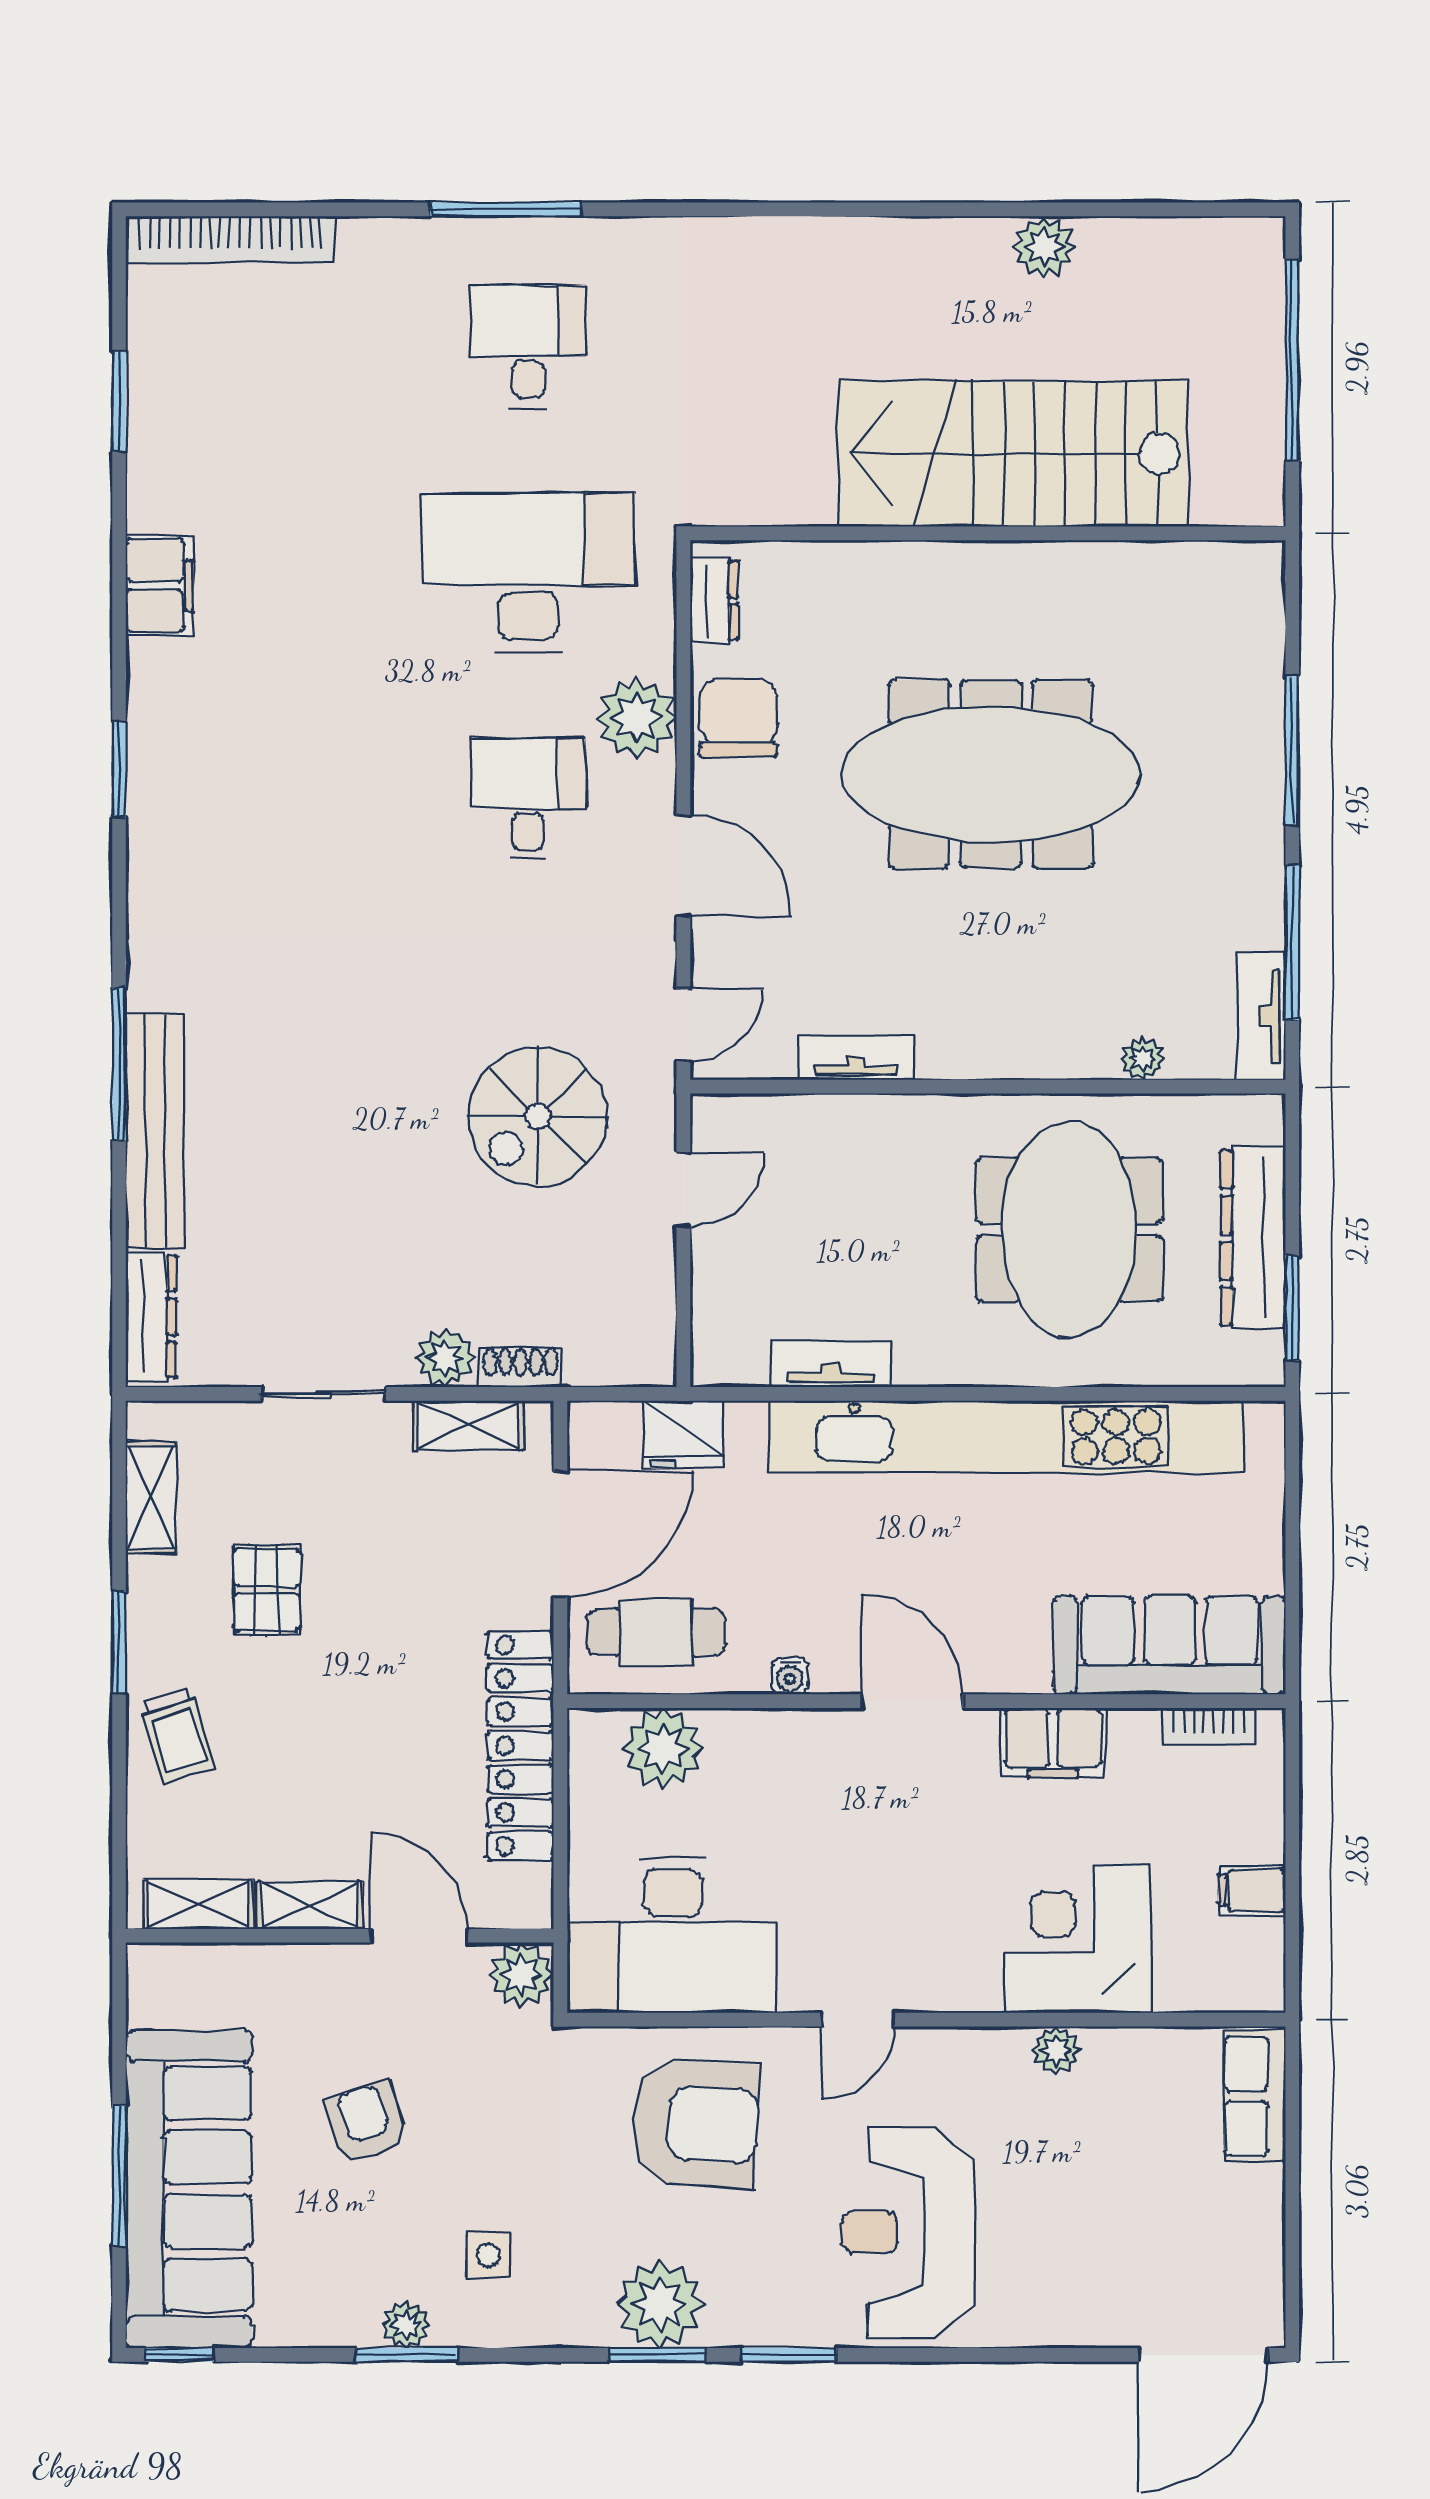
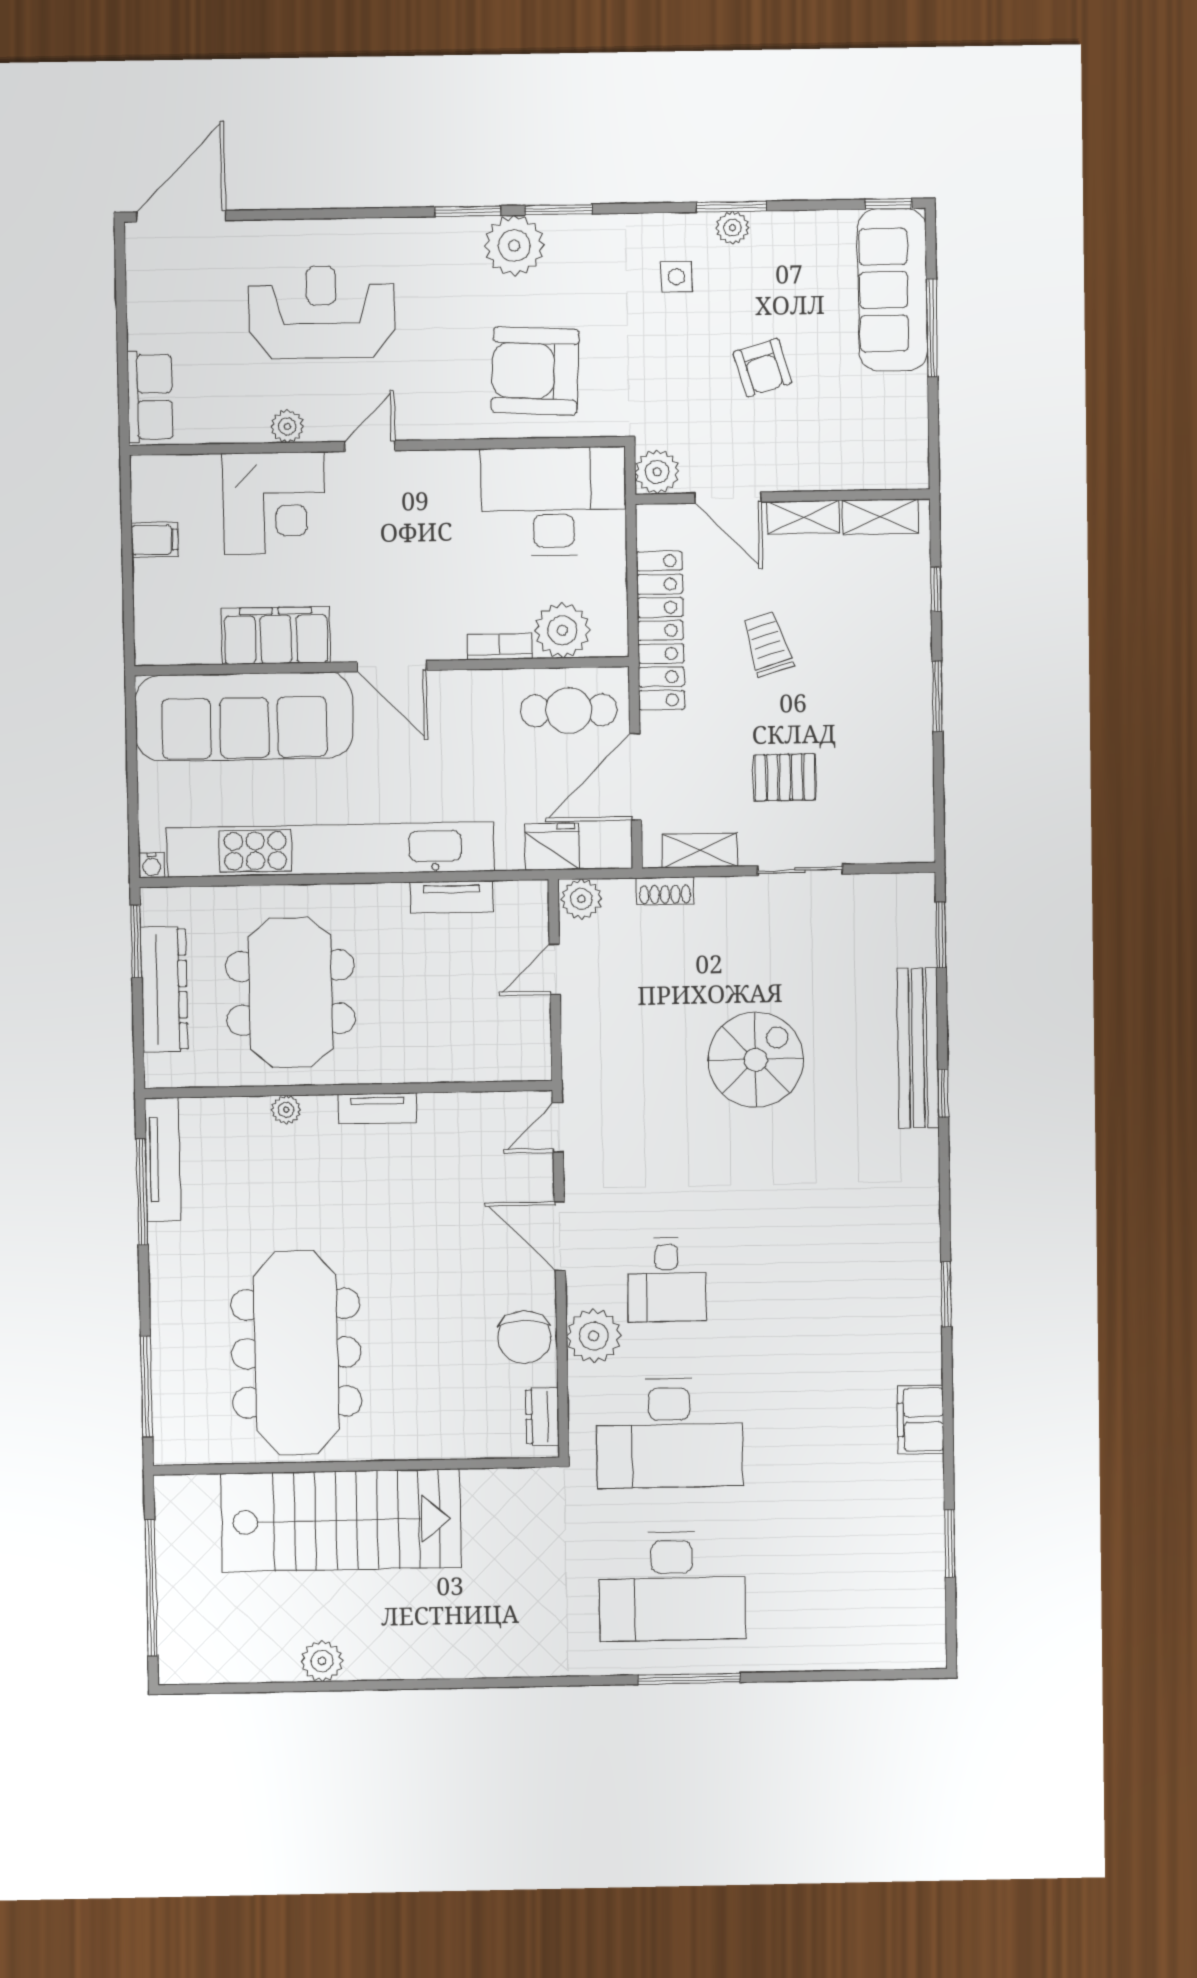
bookcase: (230, 240) -> (876, 1654), removed
desk: (528, 346) -> (672, 1586), width x1.87, depth x1.30
window: (1292, 750) -> (147, 1387), moved
meeting table: (991, 774) -> (296, 1353), moved, turned 90
tv unit: (1261, 1016) -> (163, 1159), width x1.41
tv unit: (856, 1058) -> (377, 1108), moved
plant: (1143, 1059) -> (286, 1110), moved
window: (119, 1064) -> (943, 1093), width x0.46
spiral stairs: (538, 1116) -> (756, 1060), moved
door: (683, 1190) -> (555, 969), moved
window: (119, 1295) -> (941, 935), added
dresser: (151, 1317) -> (919, 921), removed
plant: (446, 1358) -> (581, 899), moved
shelving: (151, 1497) -> (917, 797), removed
pallet: (267, 1590) -> (785, 777), moved, turned 90
sofa: (1170, 1645) -> (244, 717), width x1.36, depth x1.27
water cooler: (790, 1676) -> (152, 865), moved, turned 180
bookcase: (1209, 1727) -> (499, 647), moved
trolley: (177, 1735) -> (768, 644), moved
filing cabinet: (1053, 1743) -> (276, 636), width x1.50, depth x1.17
window: (119, 1798) -> (936, 589), added
door: (858, 2020) -> (370, 446), moved
sofa: (189, 2189) -> (893, 290), width x0.74, depth x0.79
reception desk: (908, 2232) -> (322, 312), moved, turned -90
plant: (660, 2304) -> (514, 246), moved

